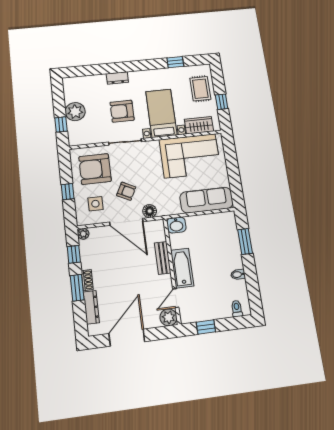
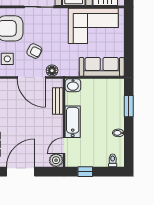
bench: (163, 258) -> (58, 101), moved

